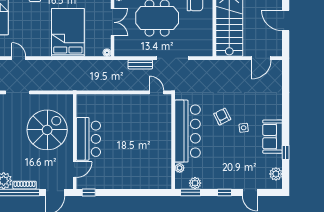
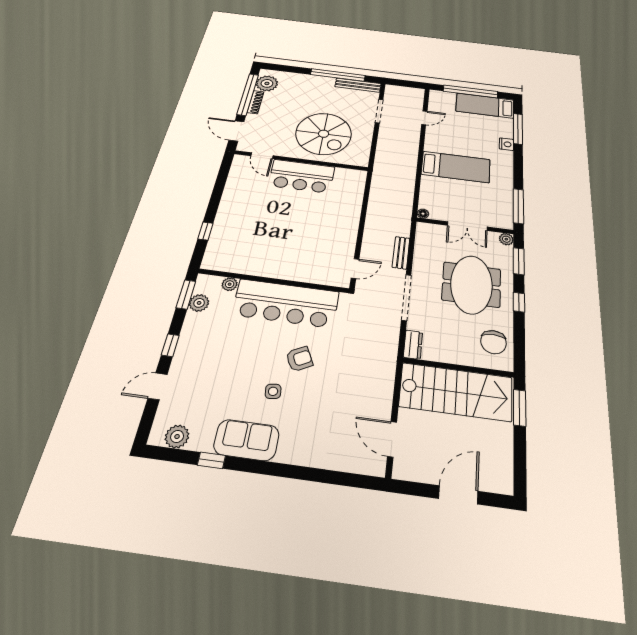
bed: (68, 32) -> (456, 167), width x0.67
dresser: (204, 51) -> (413, 345), added
window: (89, 192) -> (206, 231), moved

